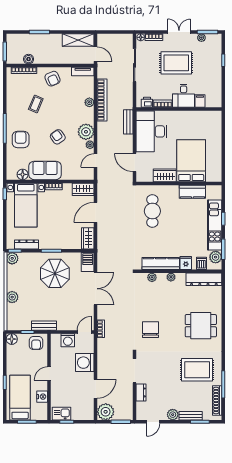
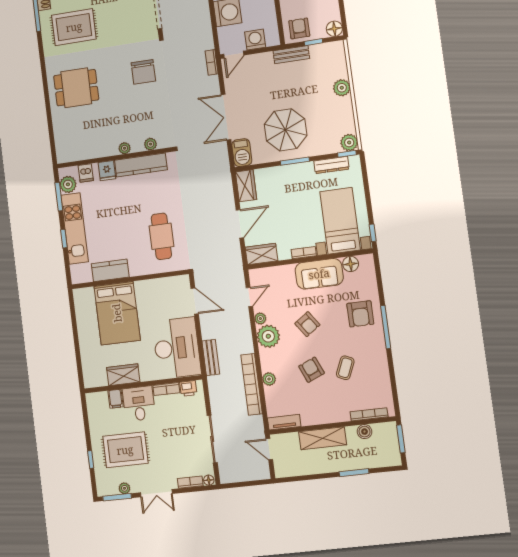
shelving: (78, 40) -> (323, 438), moved
rug: (176, 63) -> (125, 450), moved
armchair: (53, 79) -> (311, 370), moved
wardrobe: (165, 175) -> (123, 375), moved, turned 180
dresser: (204, 279) -> (80, 152), removed

